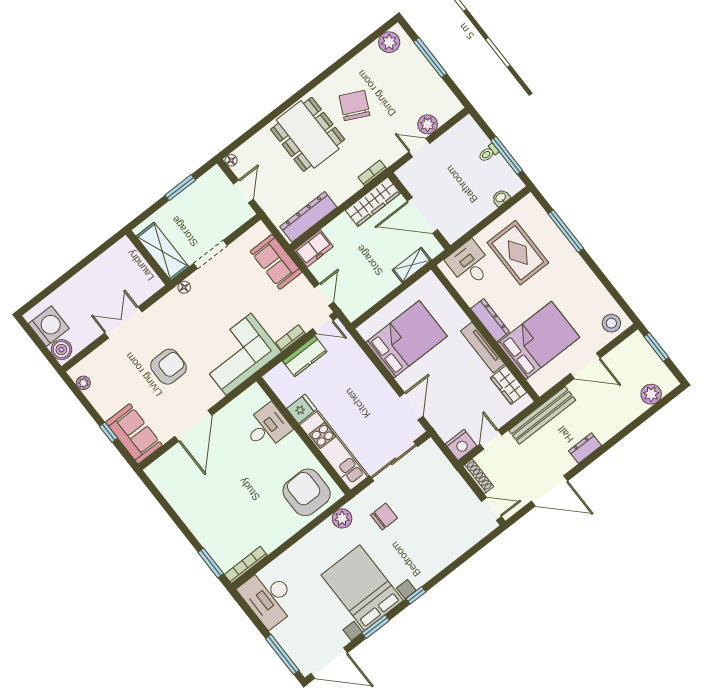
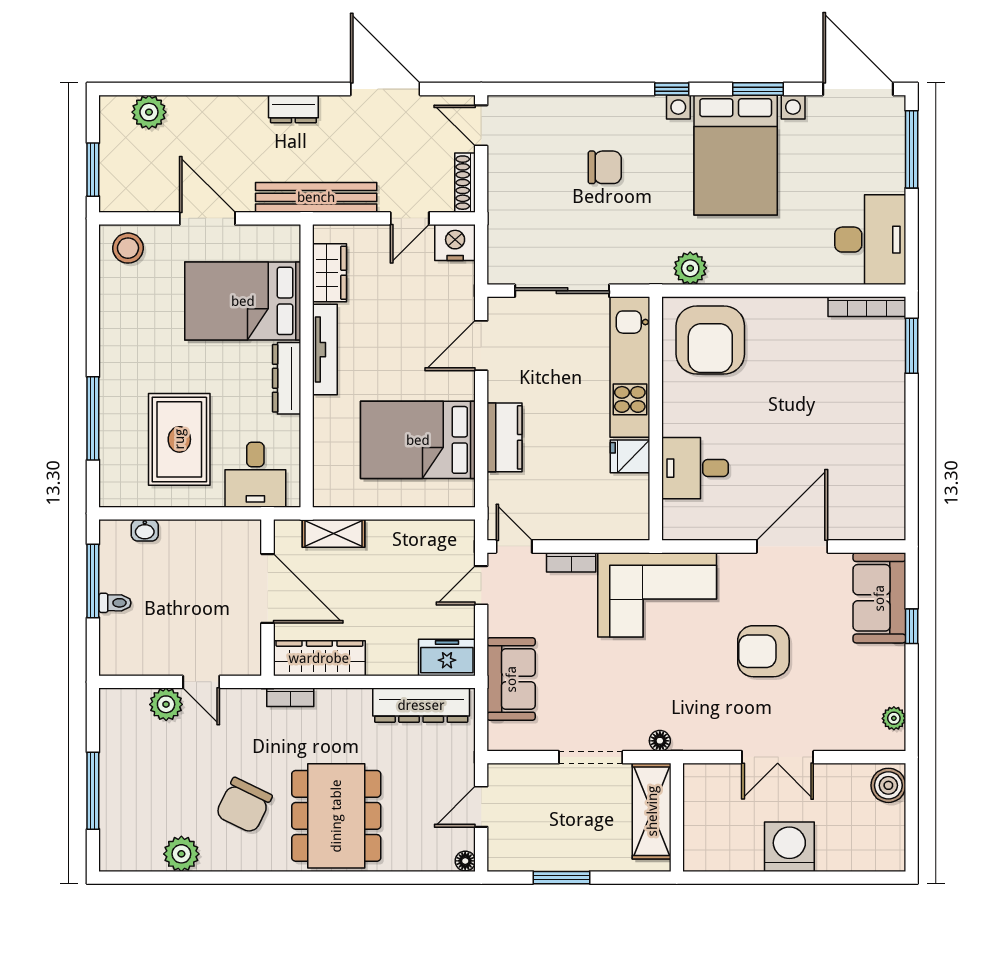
plant: (389, 42) -> (181, 854), moved
washing machine: (49, 326) -> (789, 847), moved, turned 90
kitchen counter: (305, 356) -> (504, 437), moved, turned 90
chair: (384, 517) -> (605, 167), moved, turned 180

